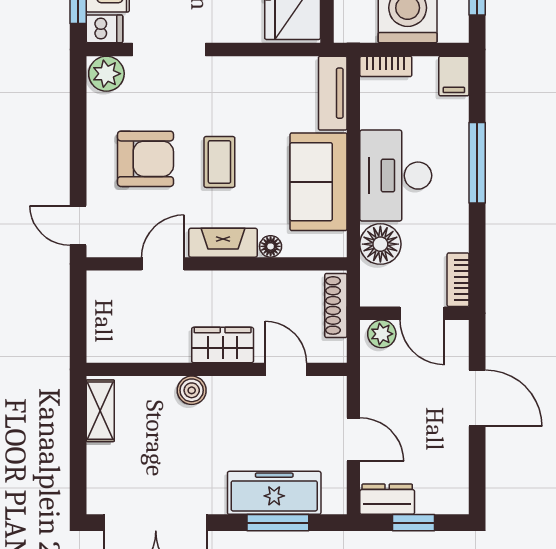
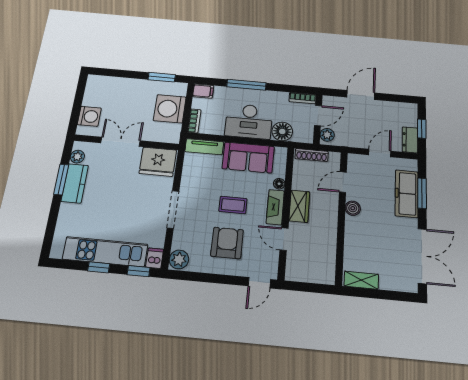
doorway: (169, 50) -> (173, 209), moved
wardrobe: (223, 345) -> (299, 206), moved, turned 180
boiler: (192, 390) -> (353, 208), moved

